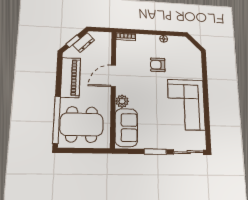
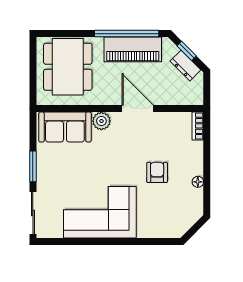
window: (57, 120) -> (127, 34), moved

